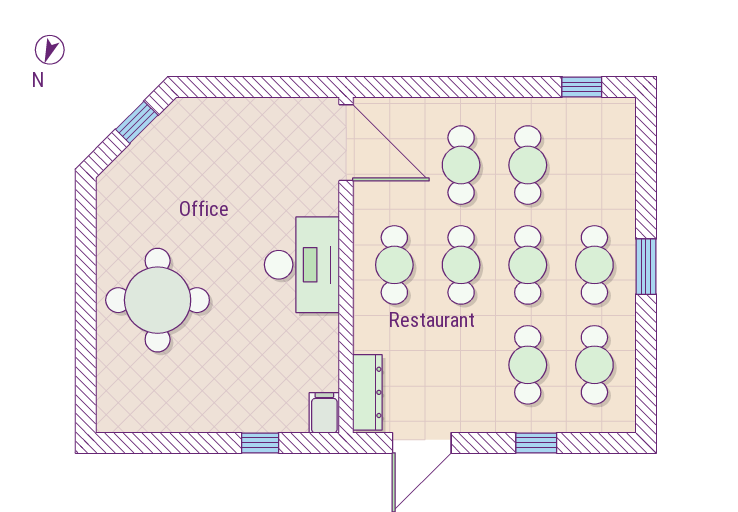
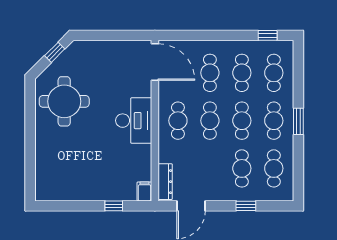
cafe table: (594, 165) -> (274, 73), added
round table: (158, 300) -> (64, 101), moved

